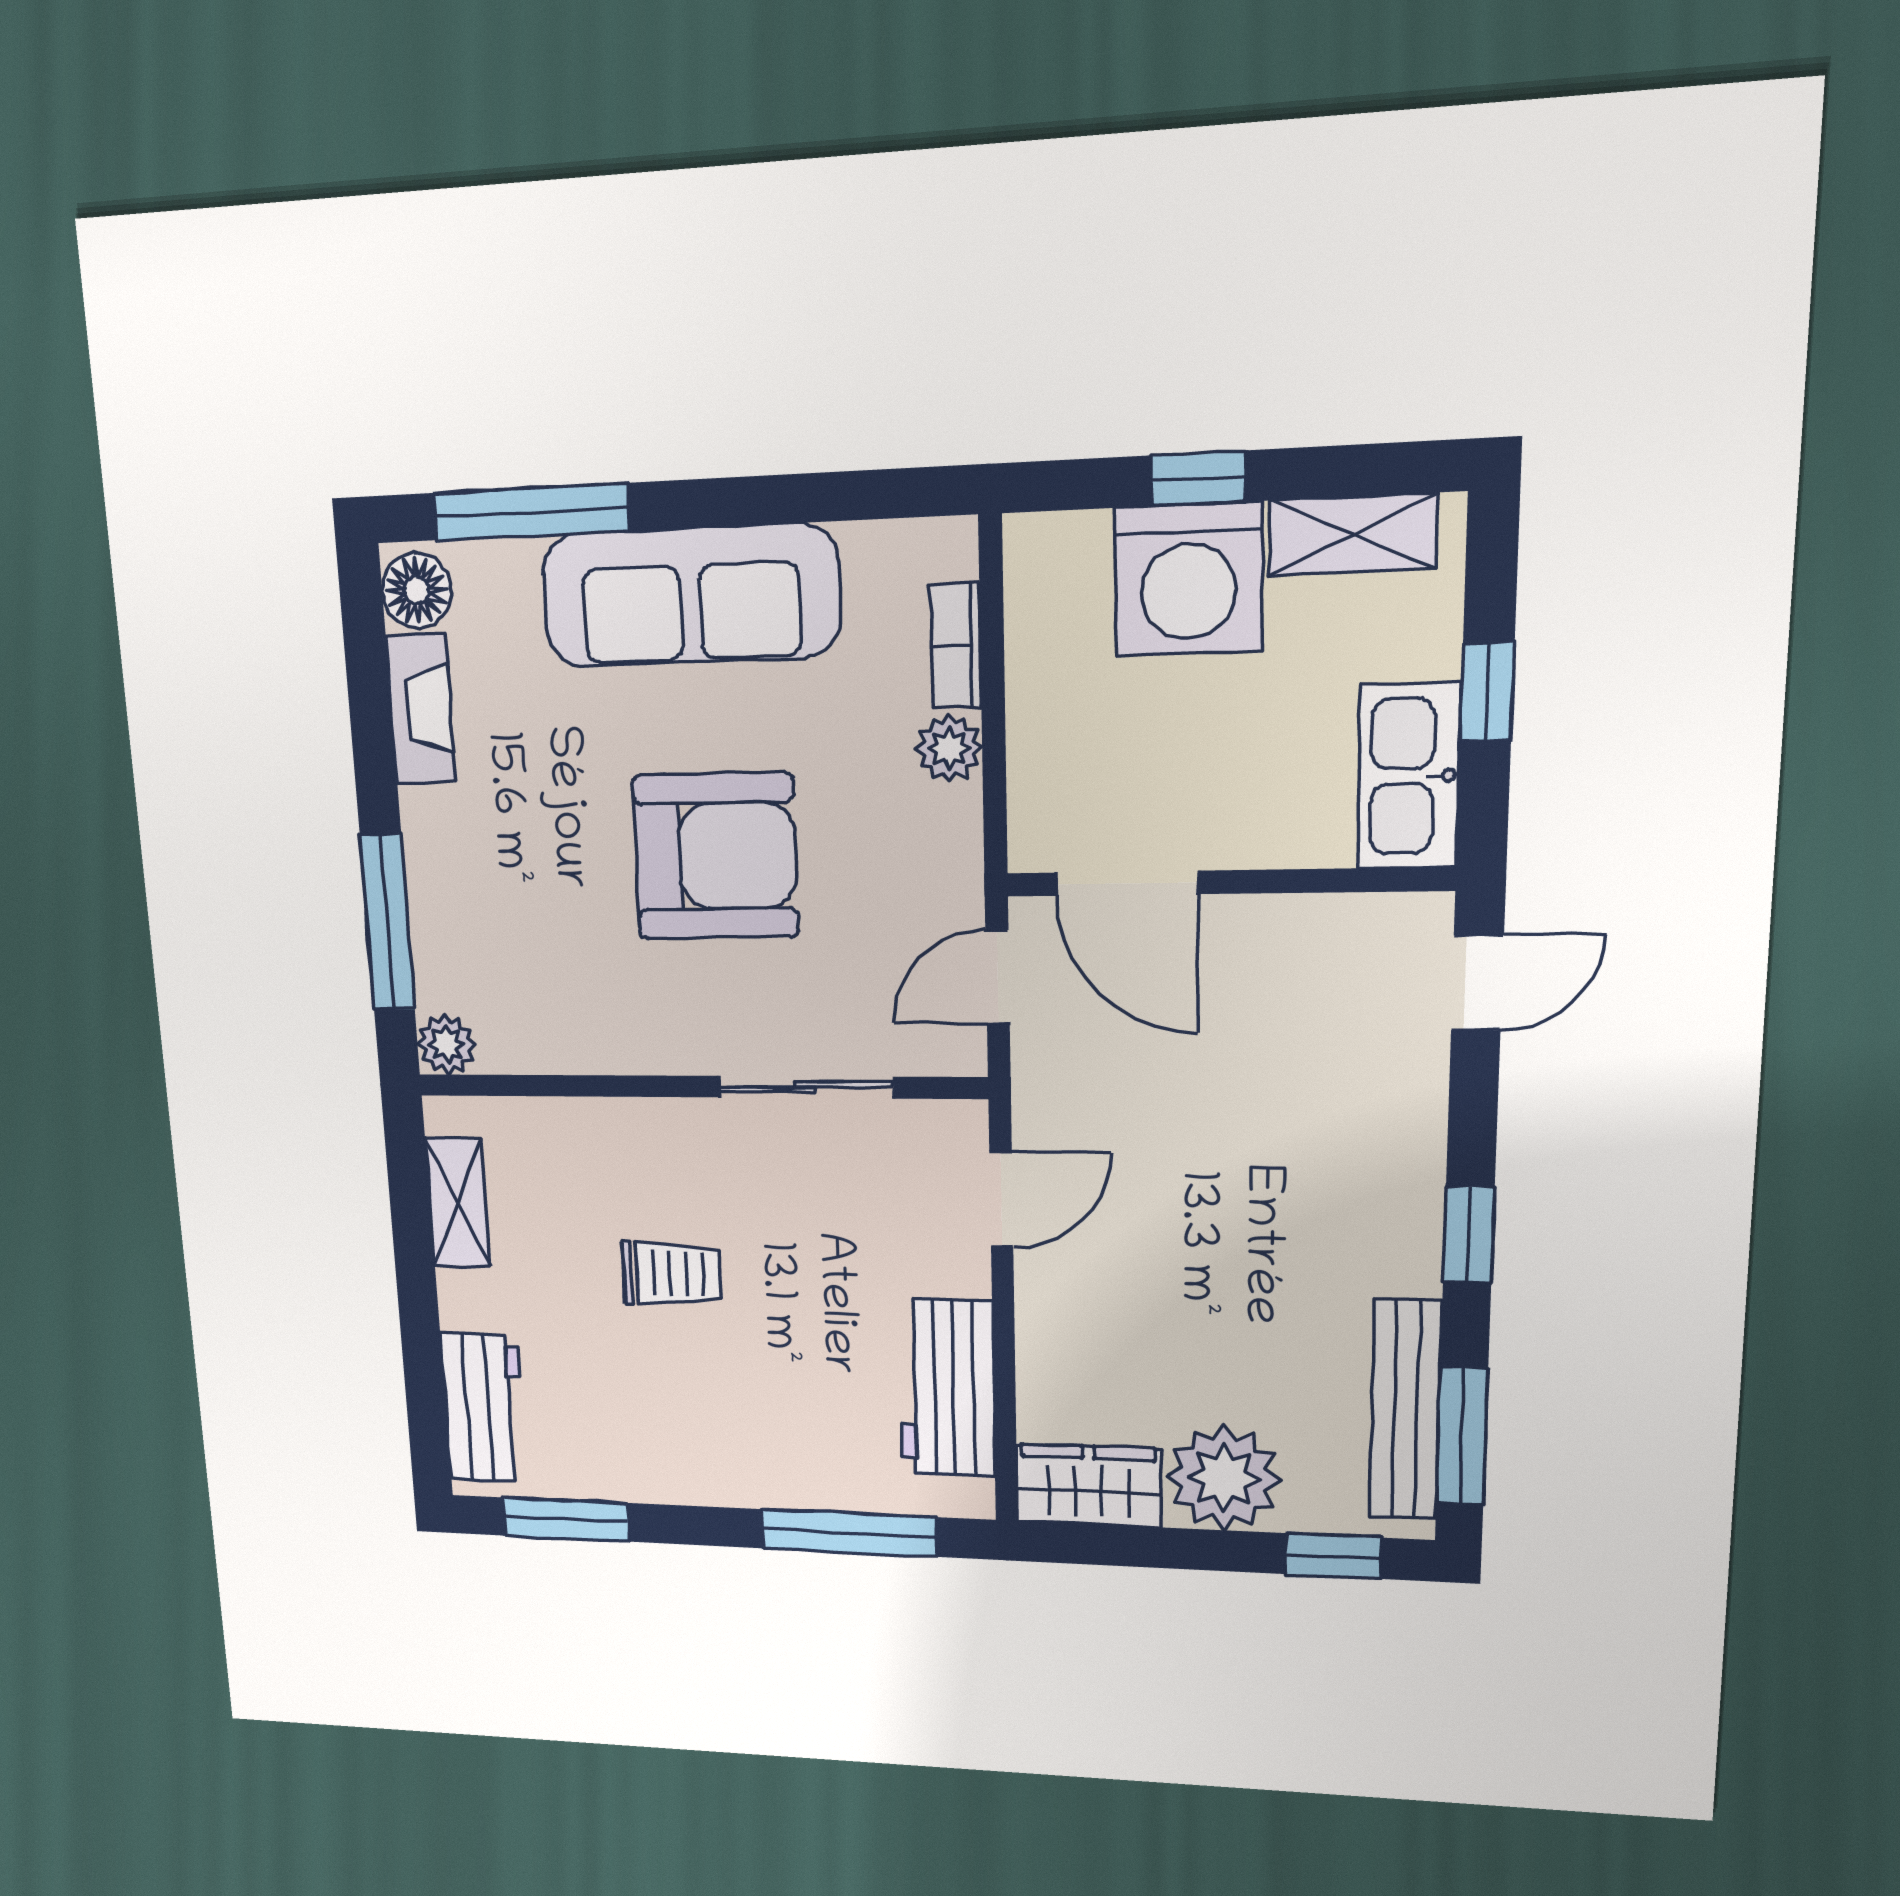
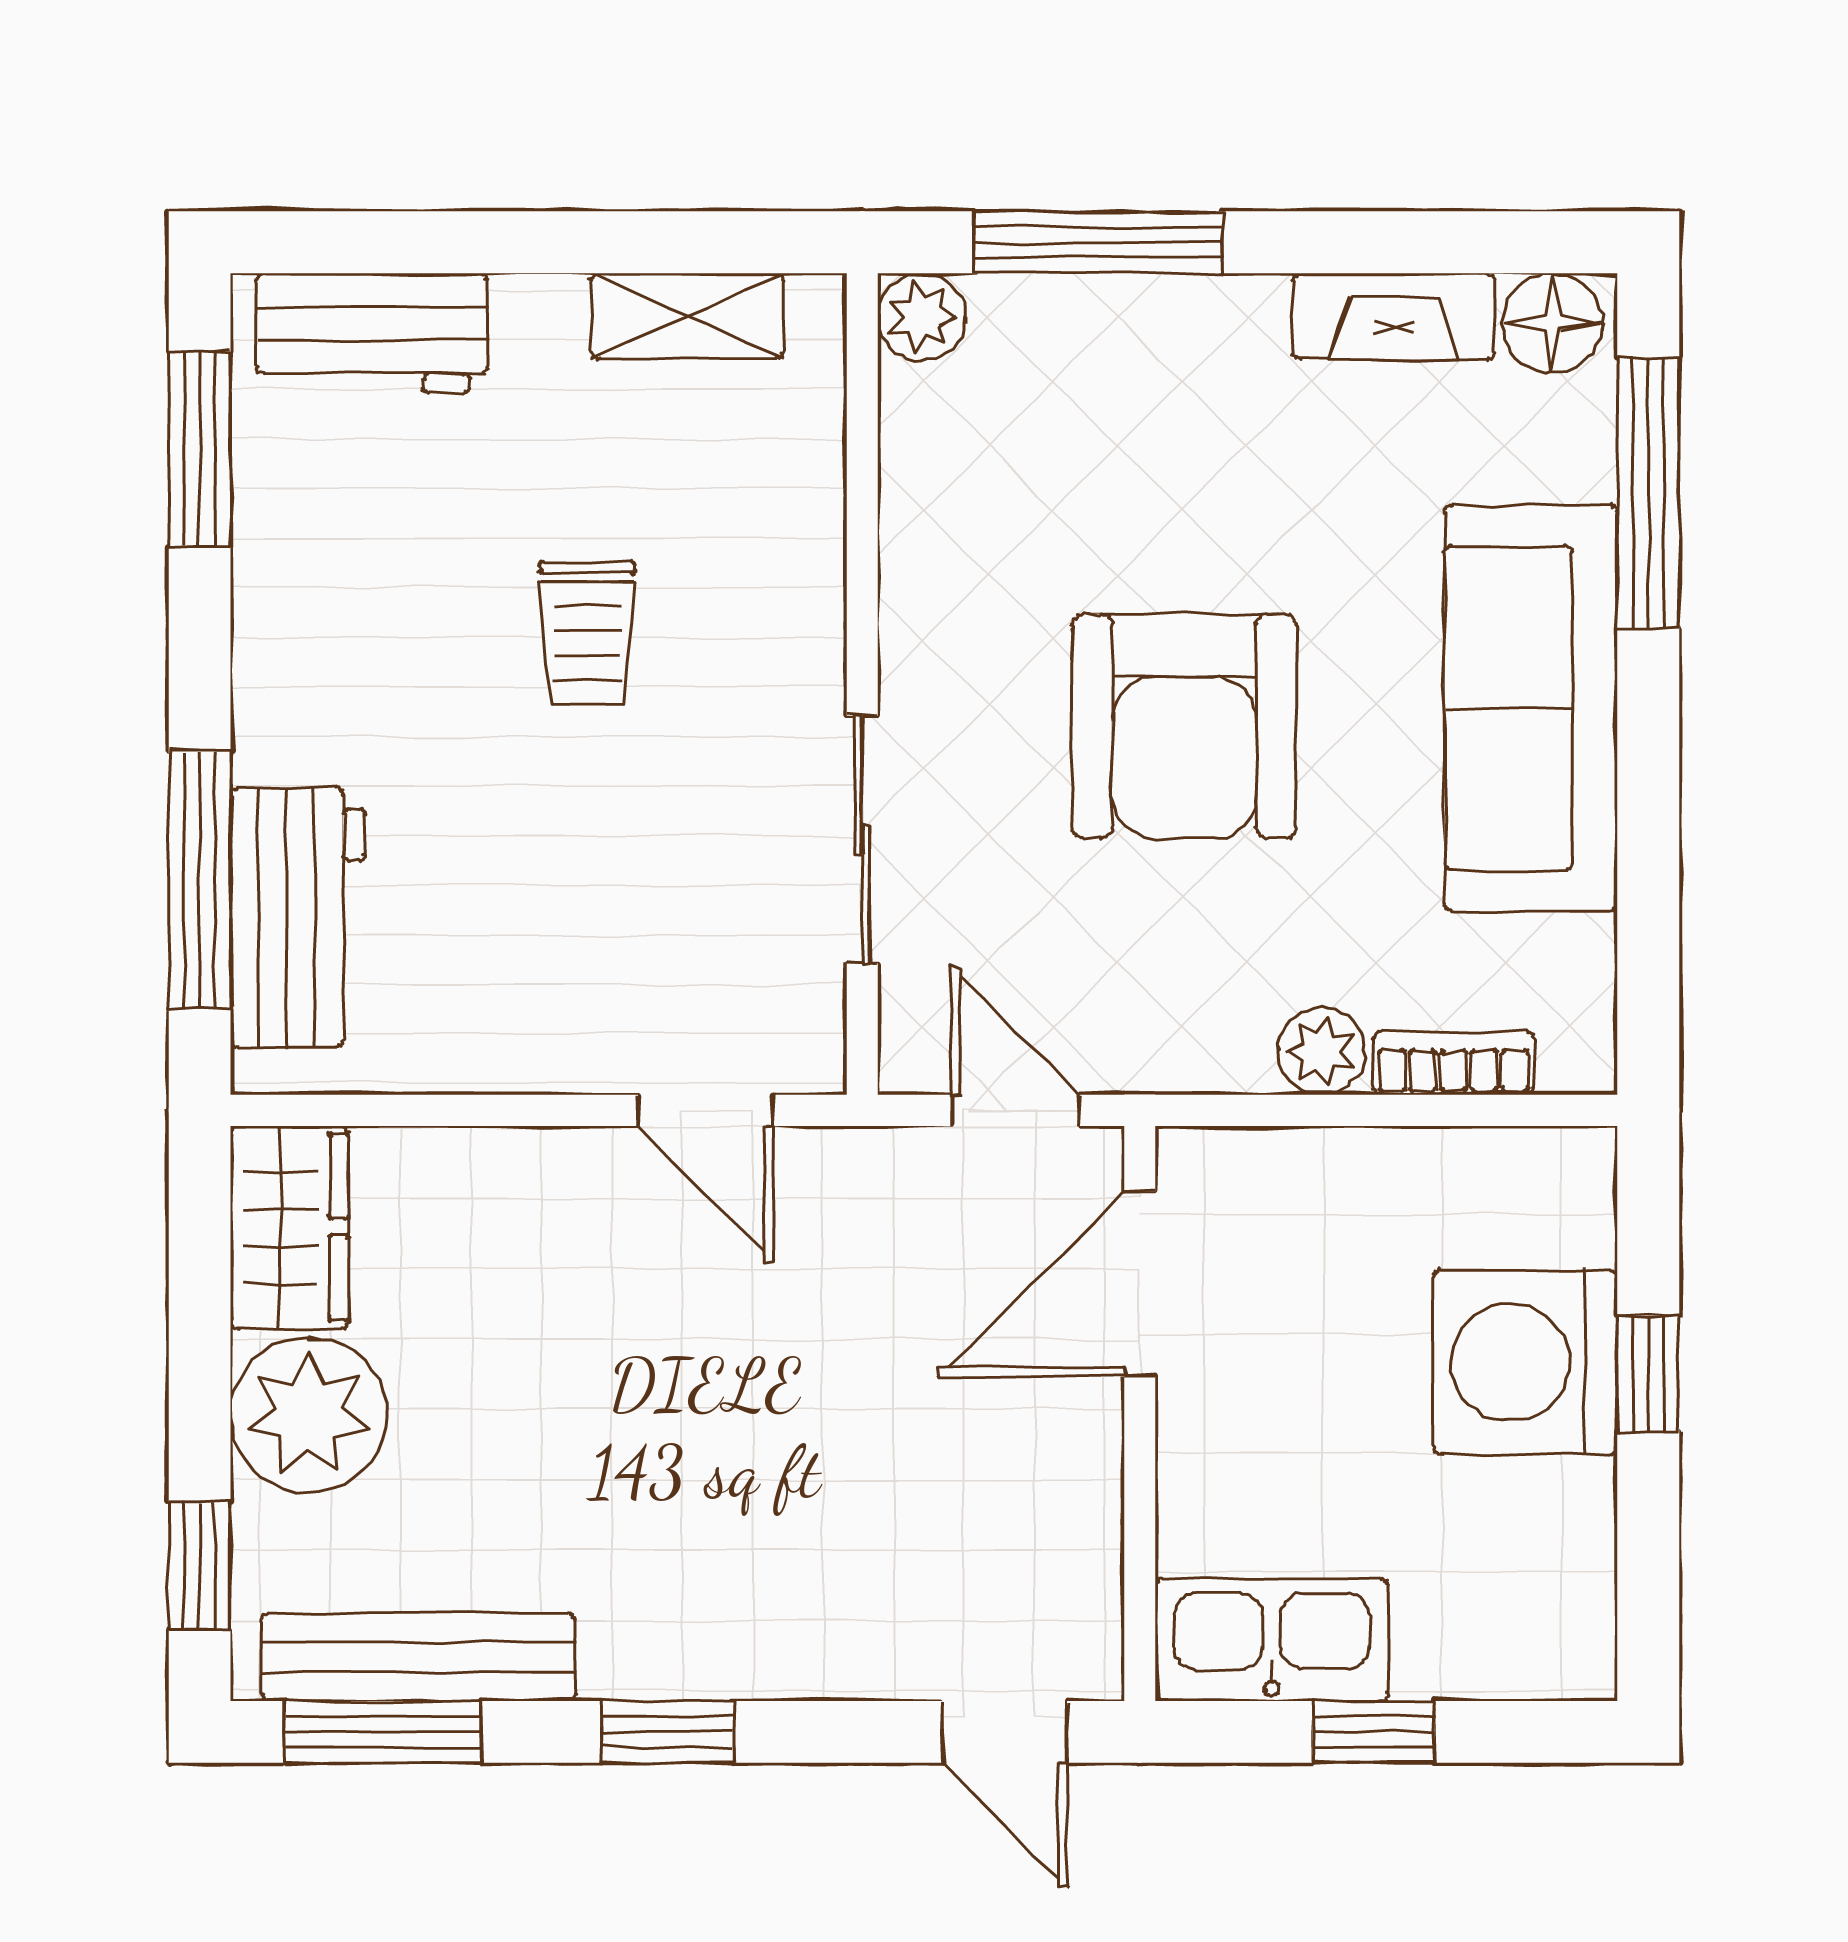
shelving: (1352, 534) -> (1572, 1564), removed
workbench: (946, 1388) -> (298, 918), moved, turned 90

